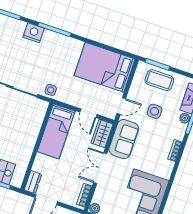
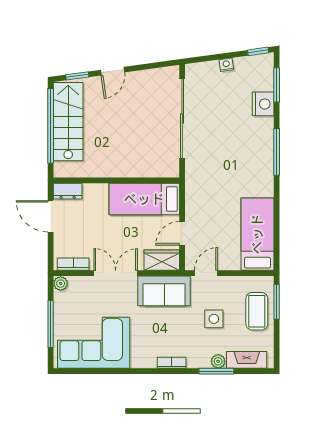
nightstand: (34, 33) -> (263, 104), moved
bed: (105, 67) -> (257, 234), width x0.67
side table: (51, 90) -> (196, 174), removed
door: (121, 106) -> (206, 273), swing flipped

